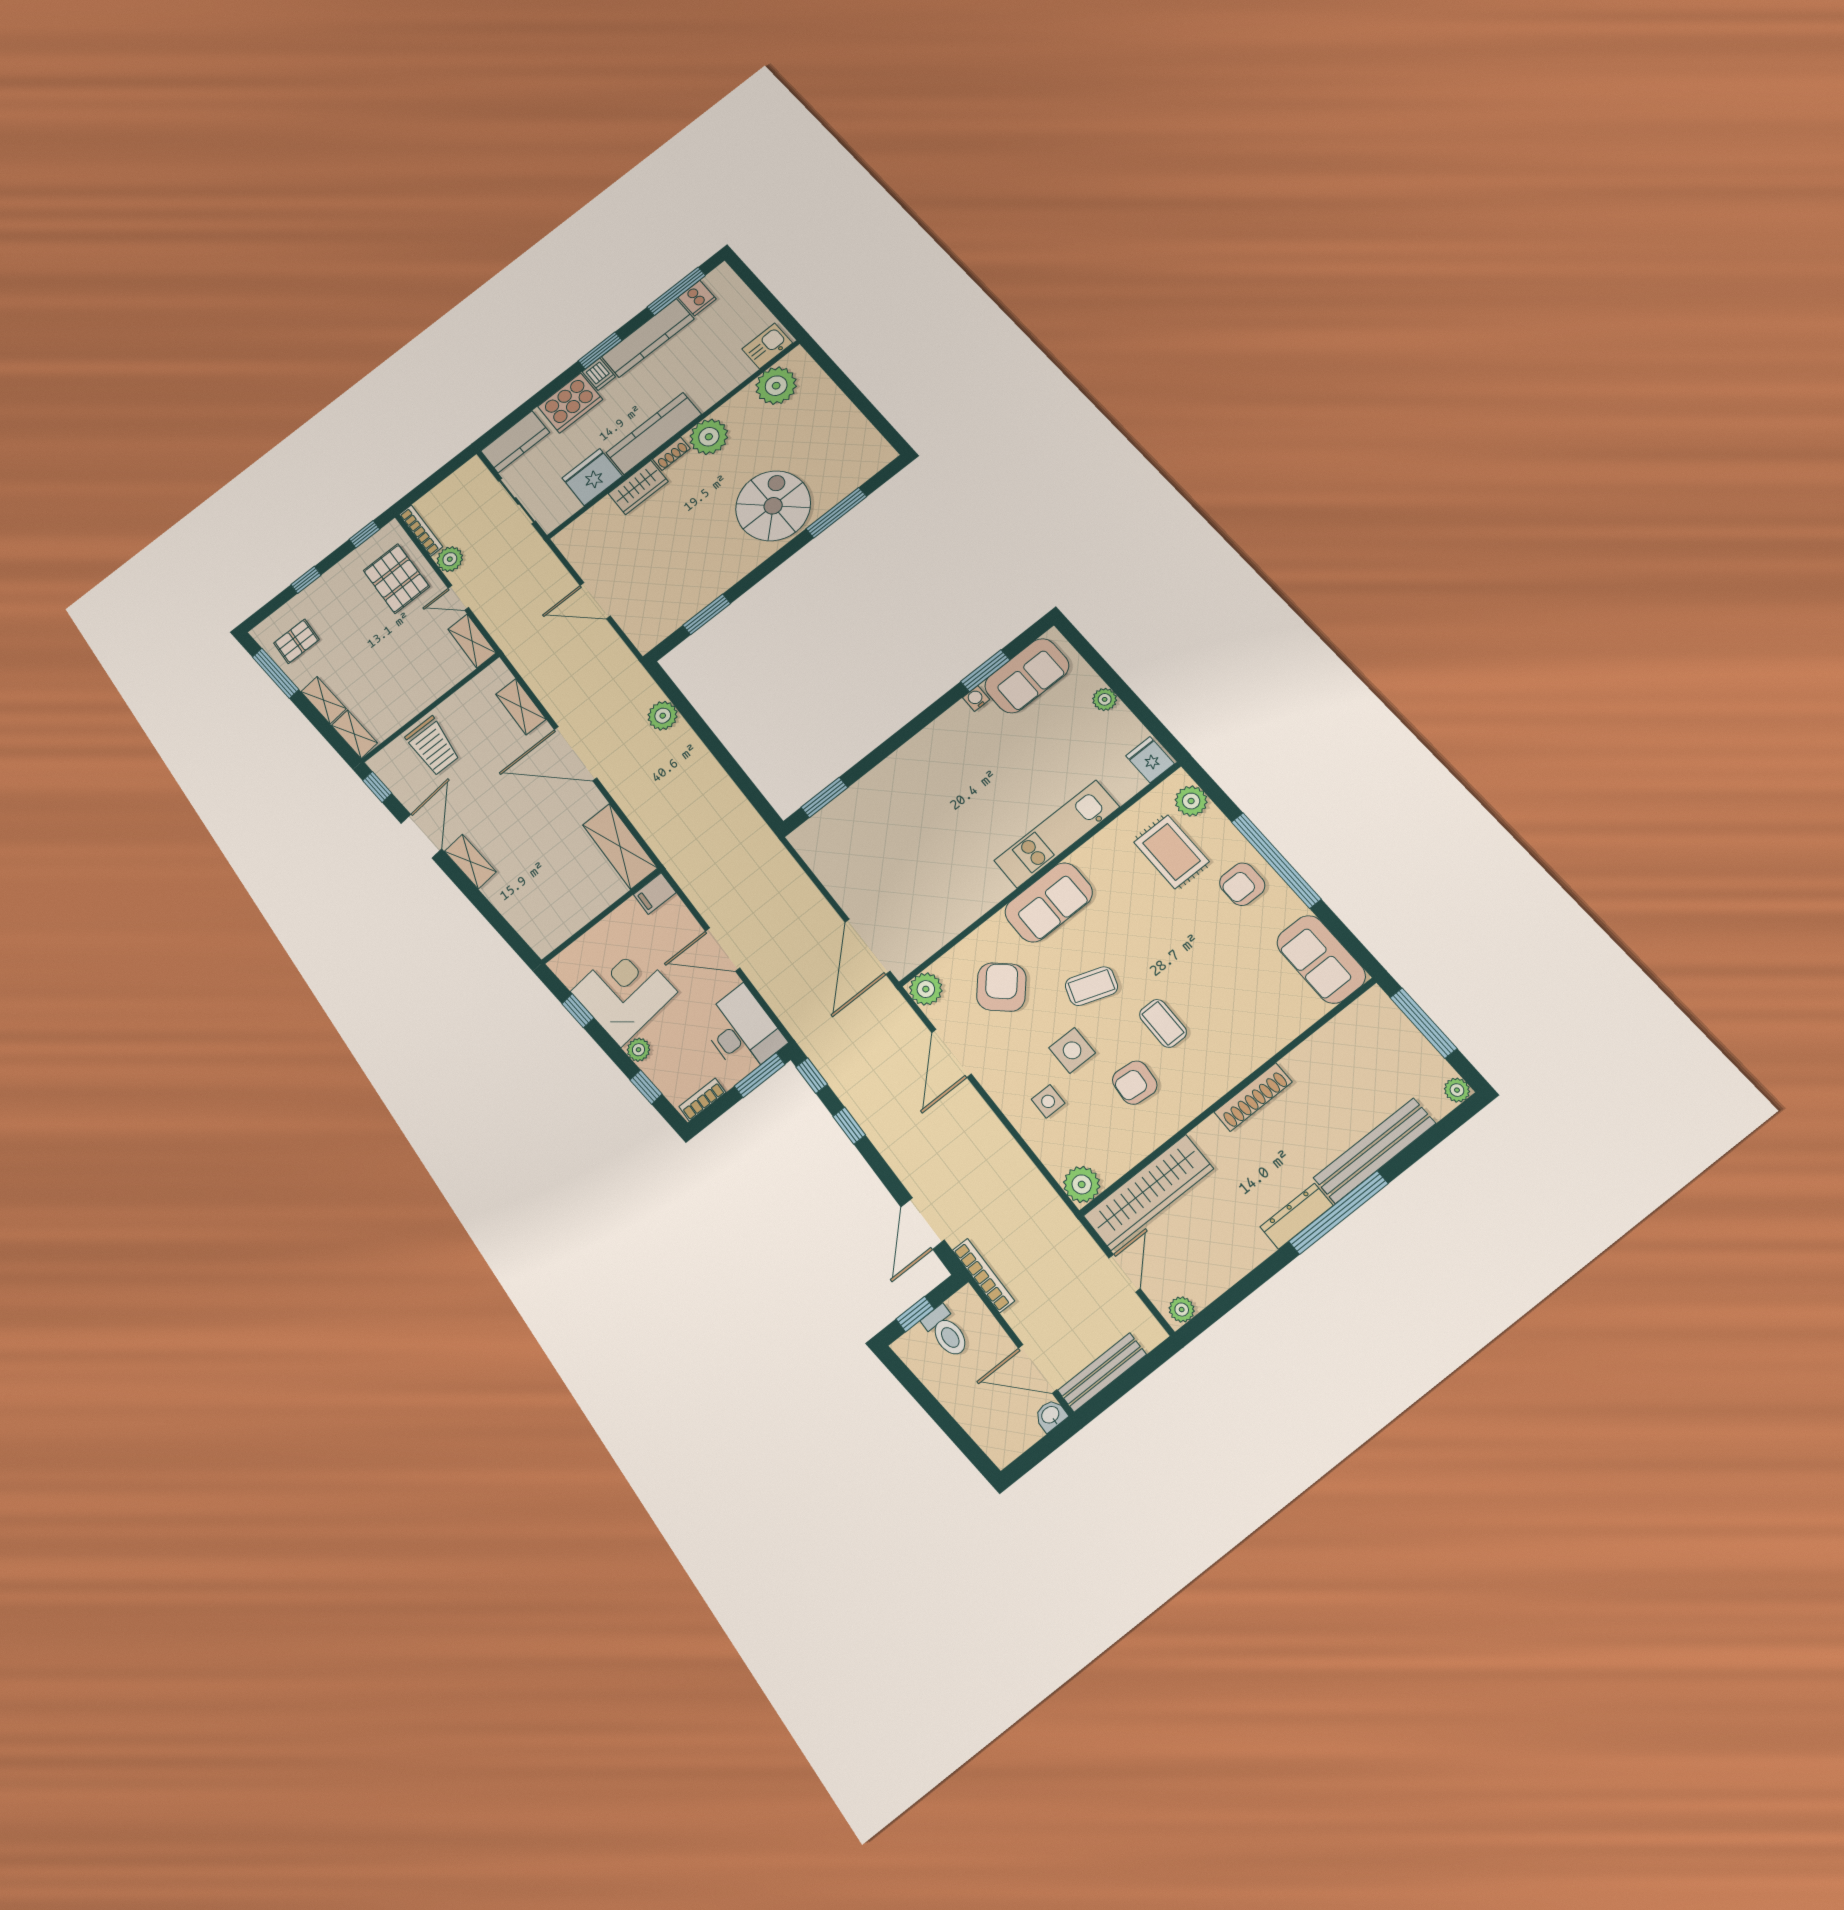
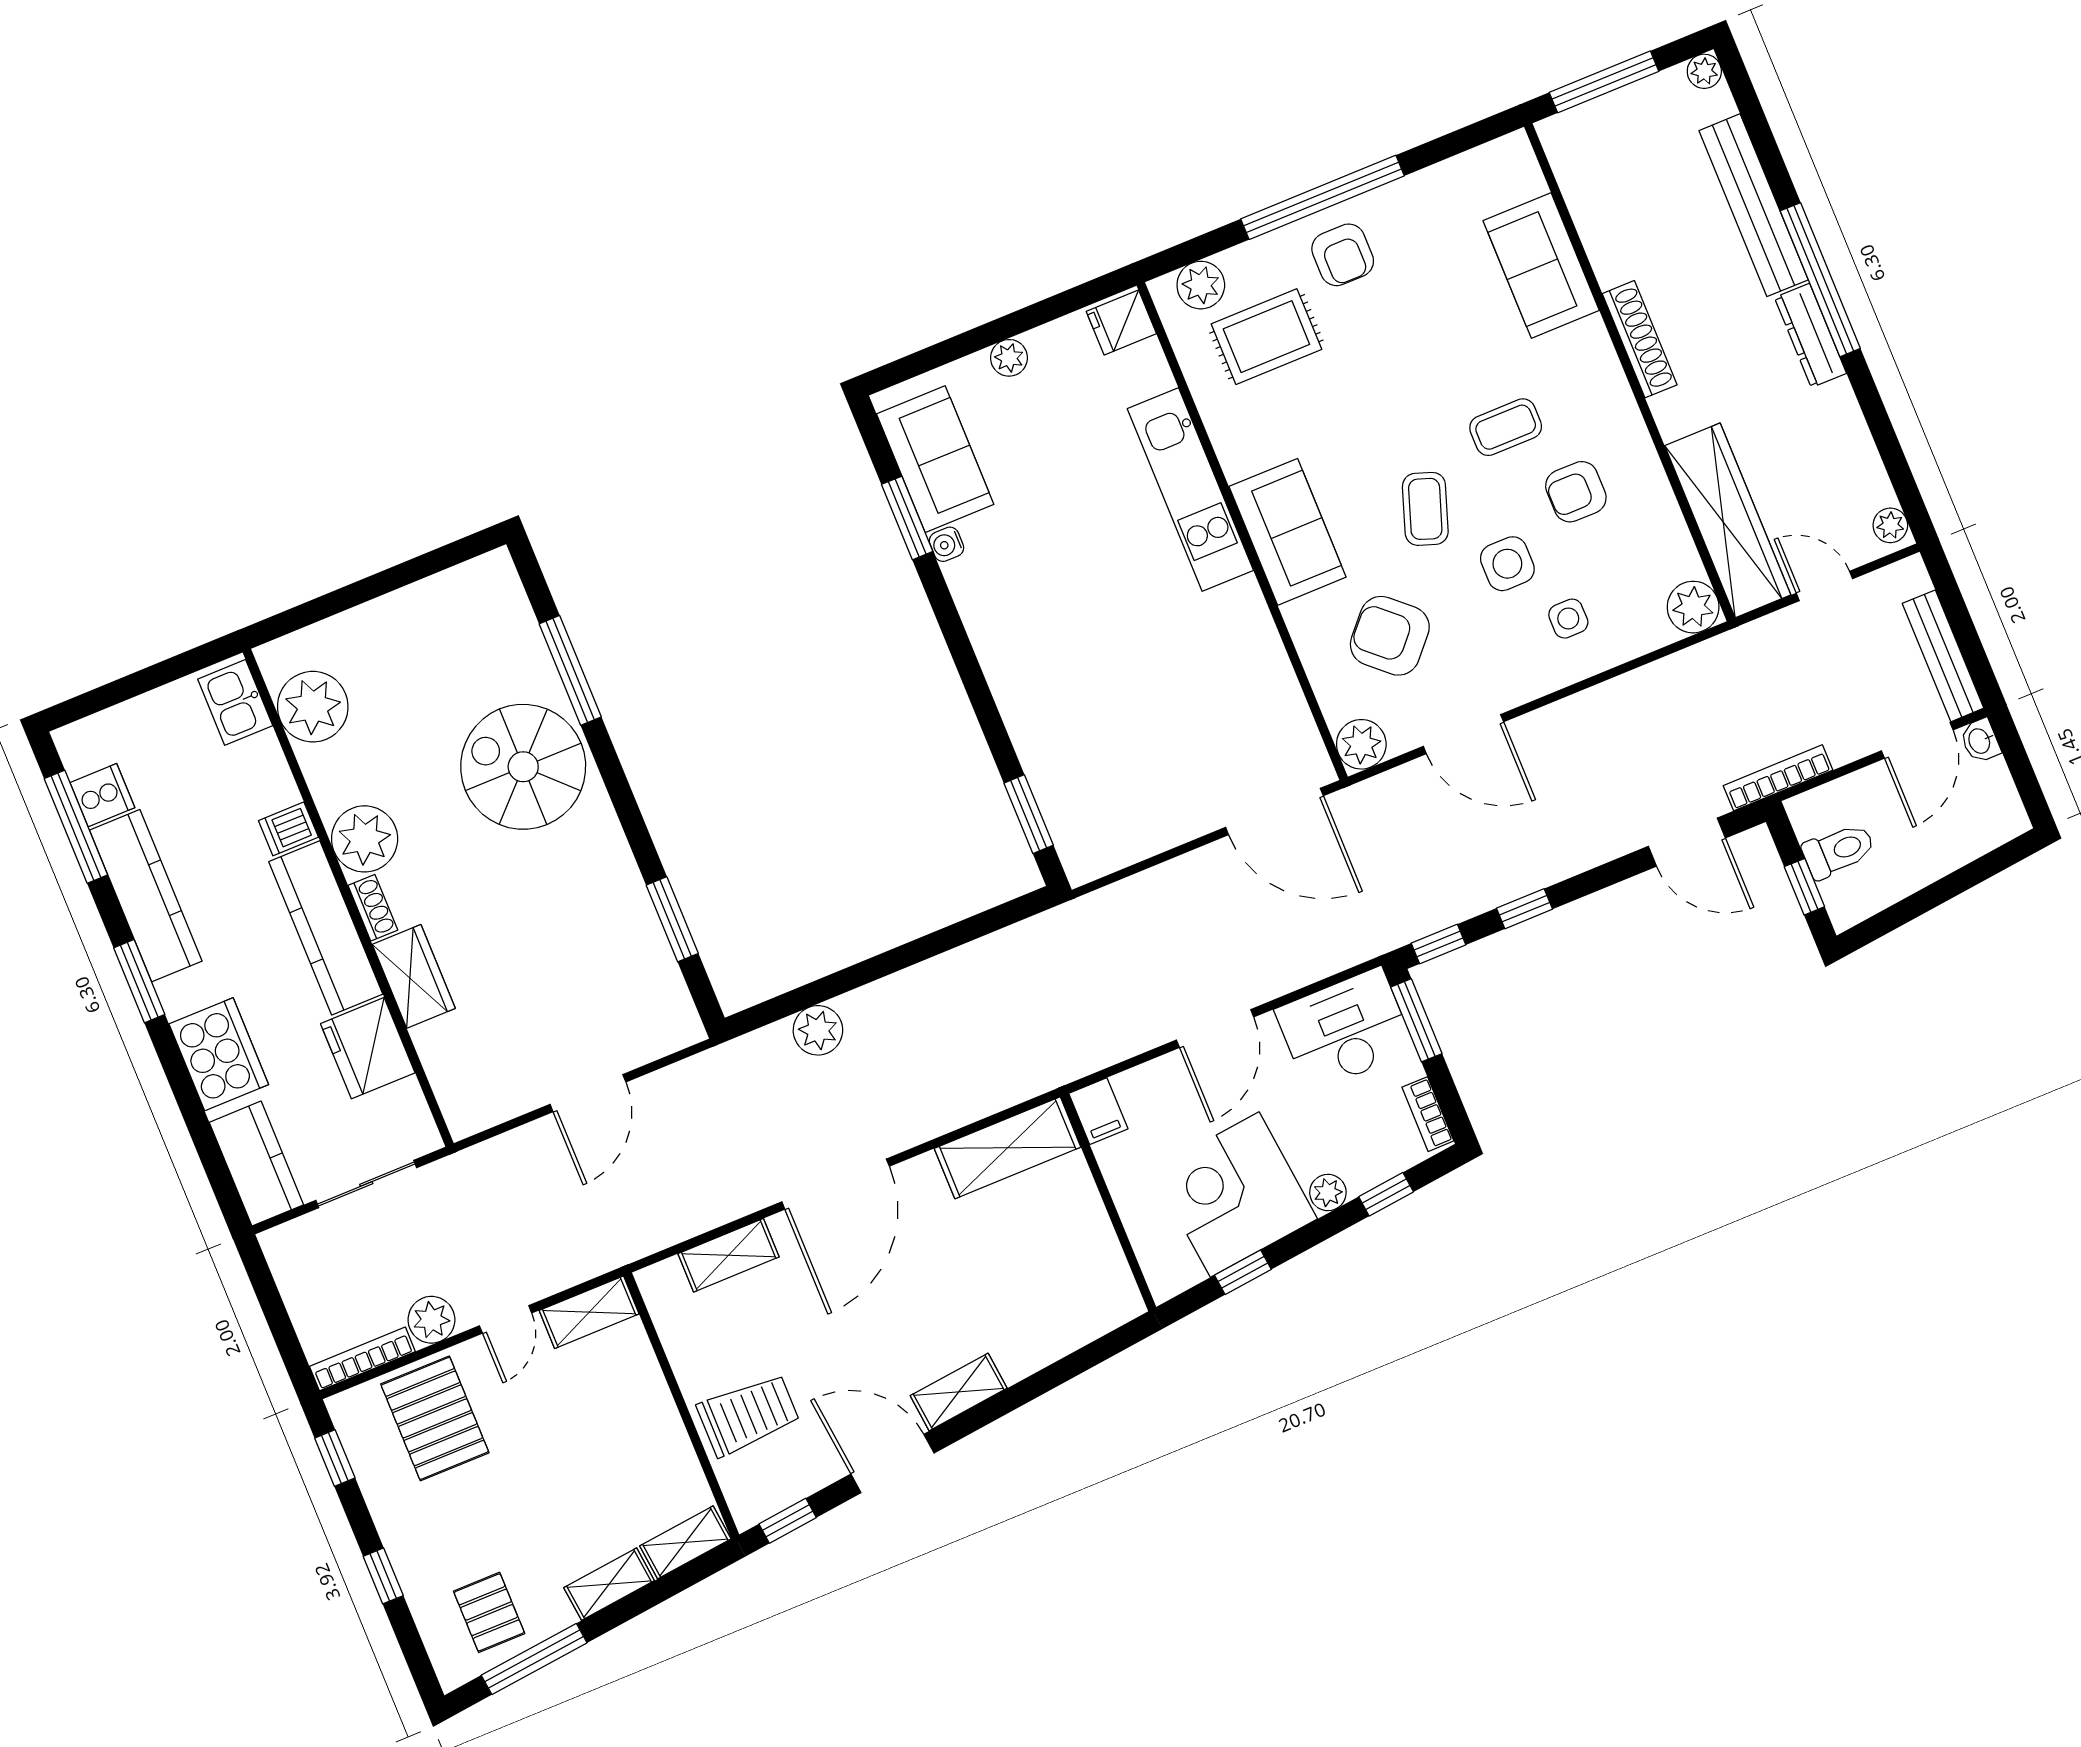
dishwasher: (599, 374) -> (288, 829), moved, turned 180
pallet: (396, 579) -> (435, 1418), turned 90
sofa: (1321, 959) -> (1541, 266), moved, turned 90
armchair: (1135, 1083) -> (1576, 492), turned 85

